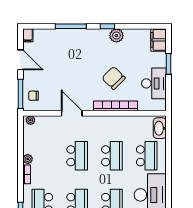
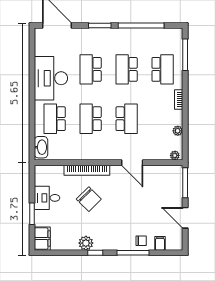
filing cabinet: (28, 35) -> (160, 243), moved
desk: (154, 83) -> (47, 198), width x0.73
chair: (33, 96) -> (141, 241), moved
school desk: (77, 156) -> (127, 119), turned 180
plant: (28, 159) -> (178, 131), moved

